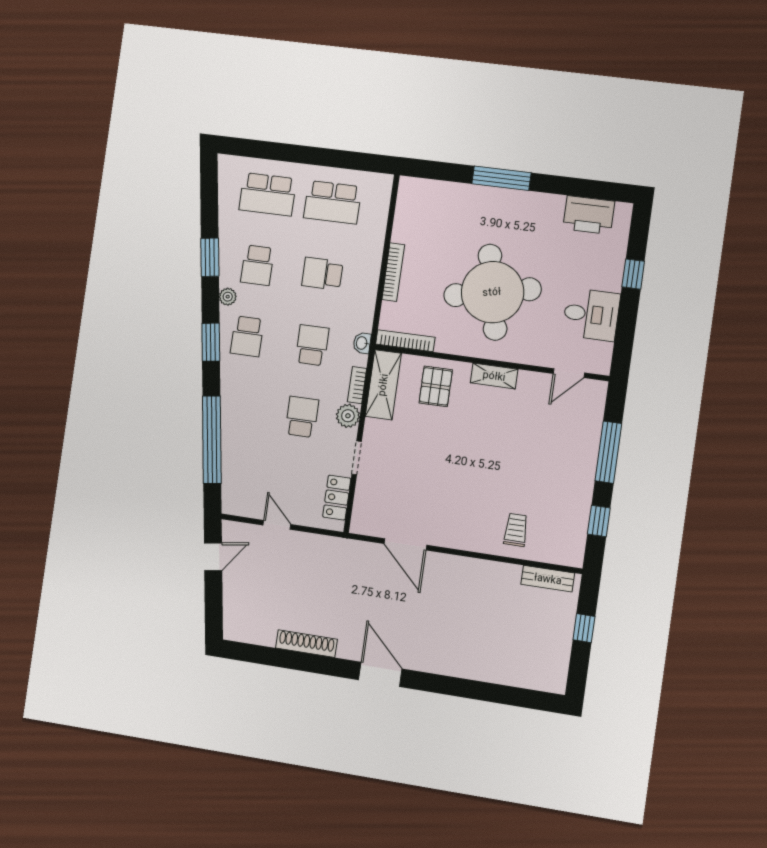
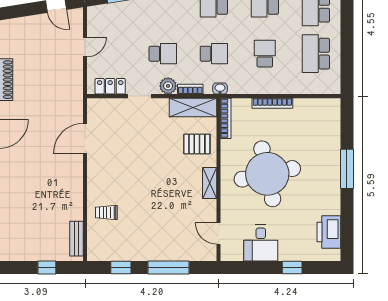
trolley: (516, 530) -> (106, 213), turned 180

